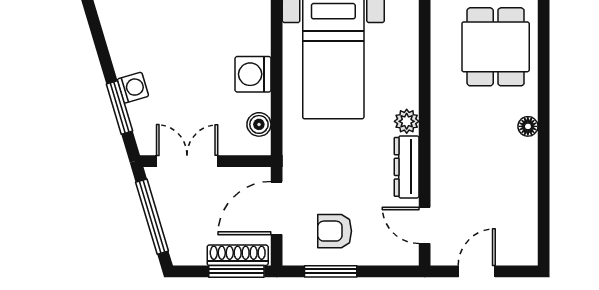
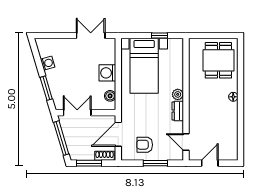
washing machine: (133, 88) -> (48, 63), moved
dresser: (407, 167) -> (178, 111), width x0.70
shoe rack: (238, 255) -> (105, 156), width x0.70
window: (236, 271) -> (89, 163), moved
window: (331, 271) -> (155, 163), moved

